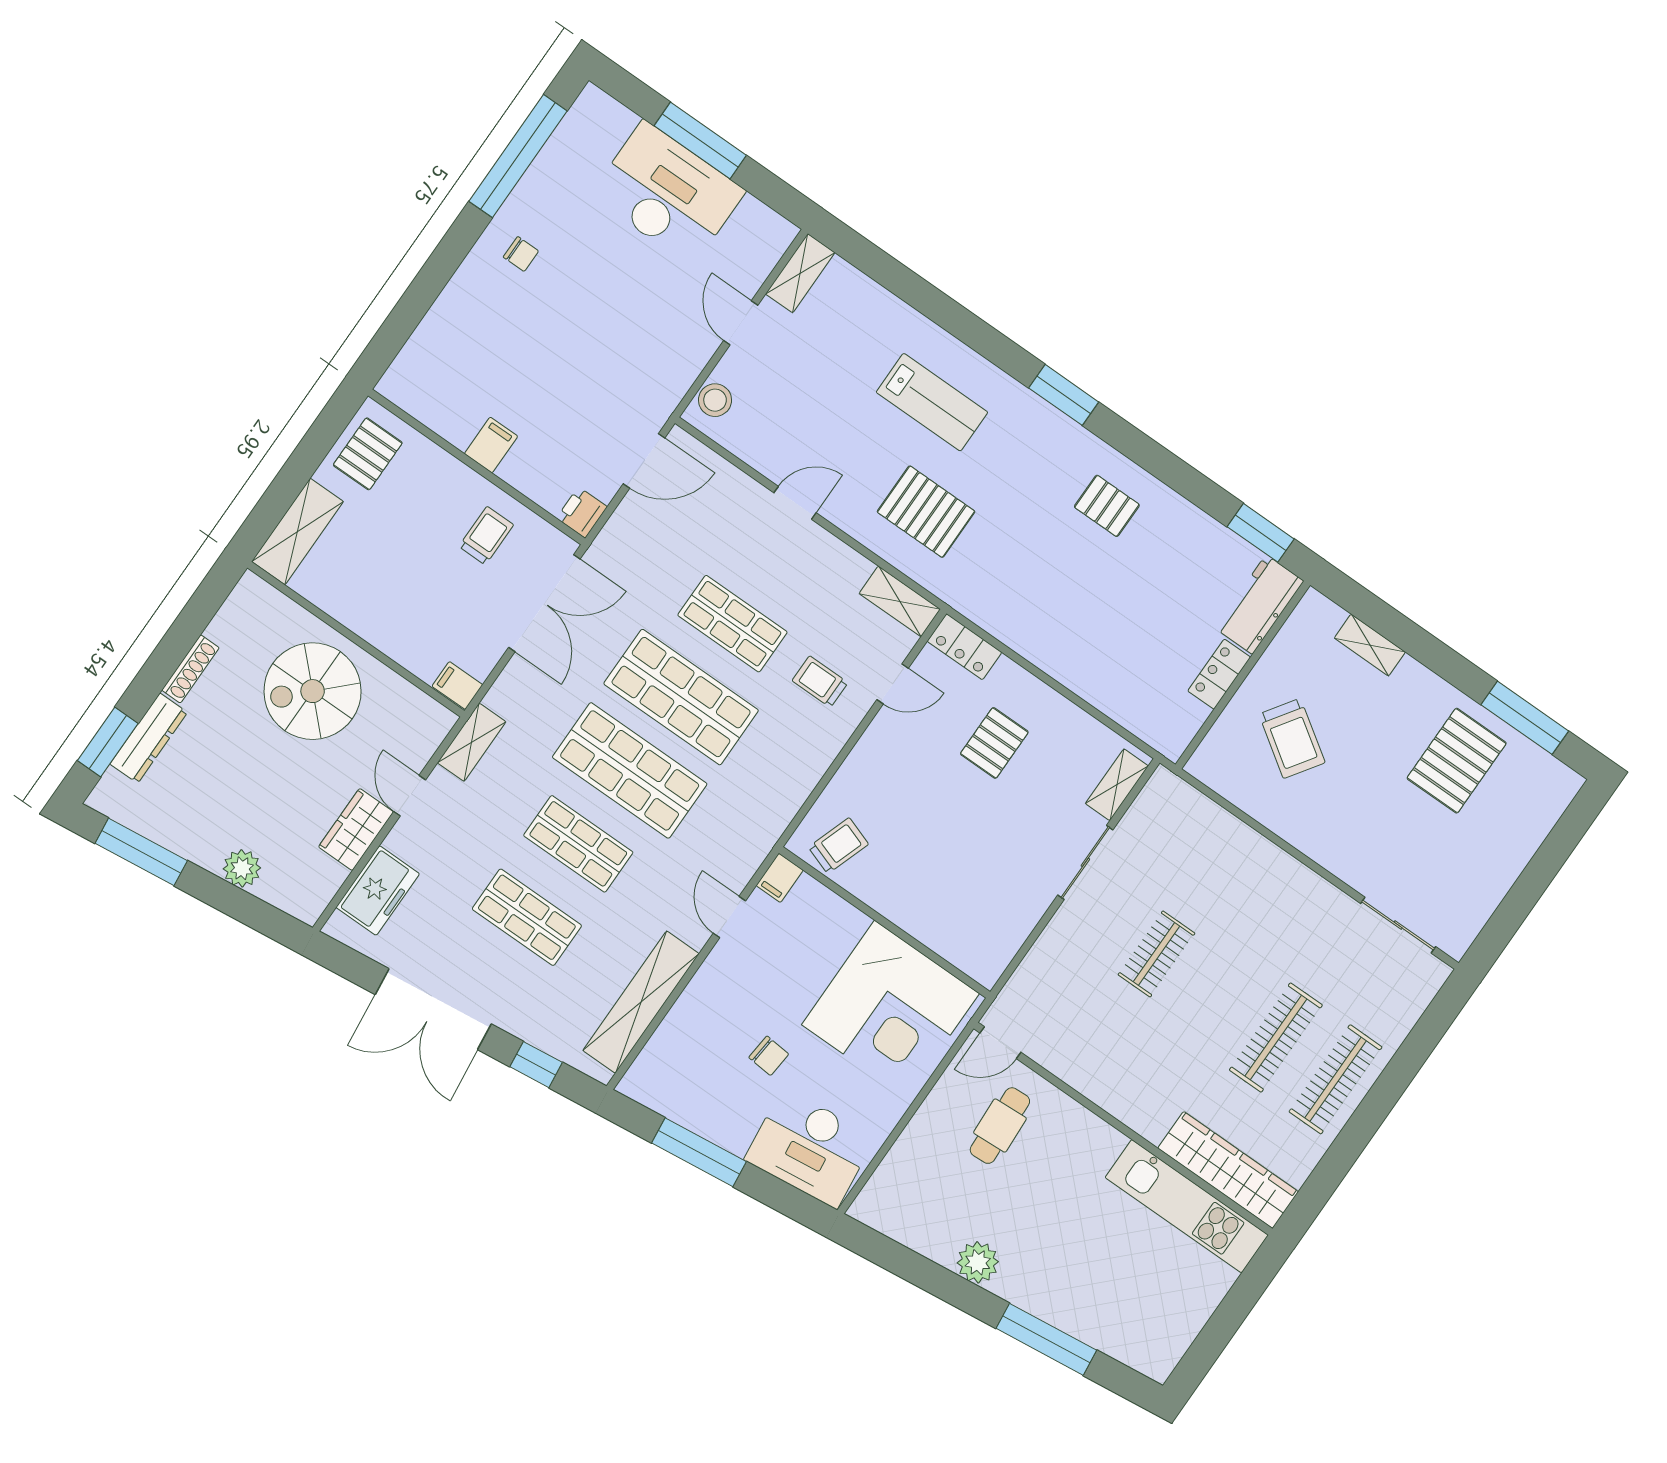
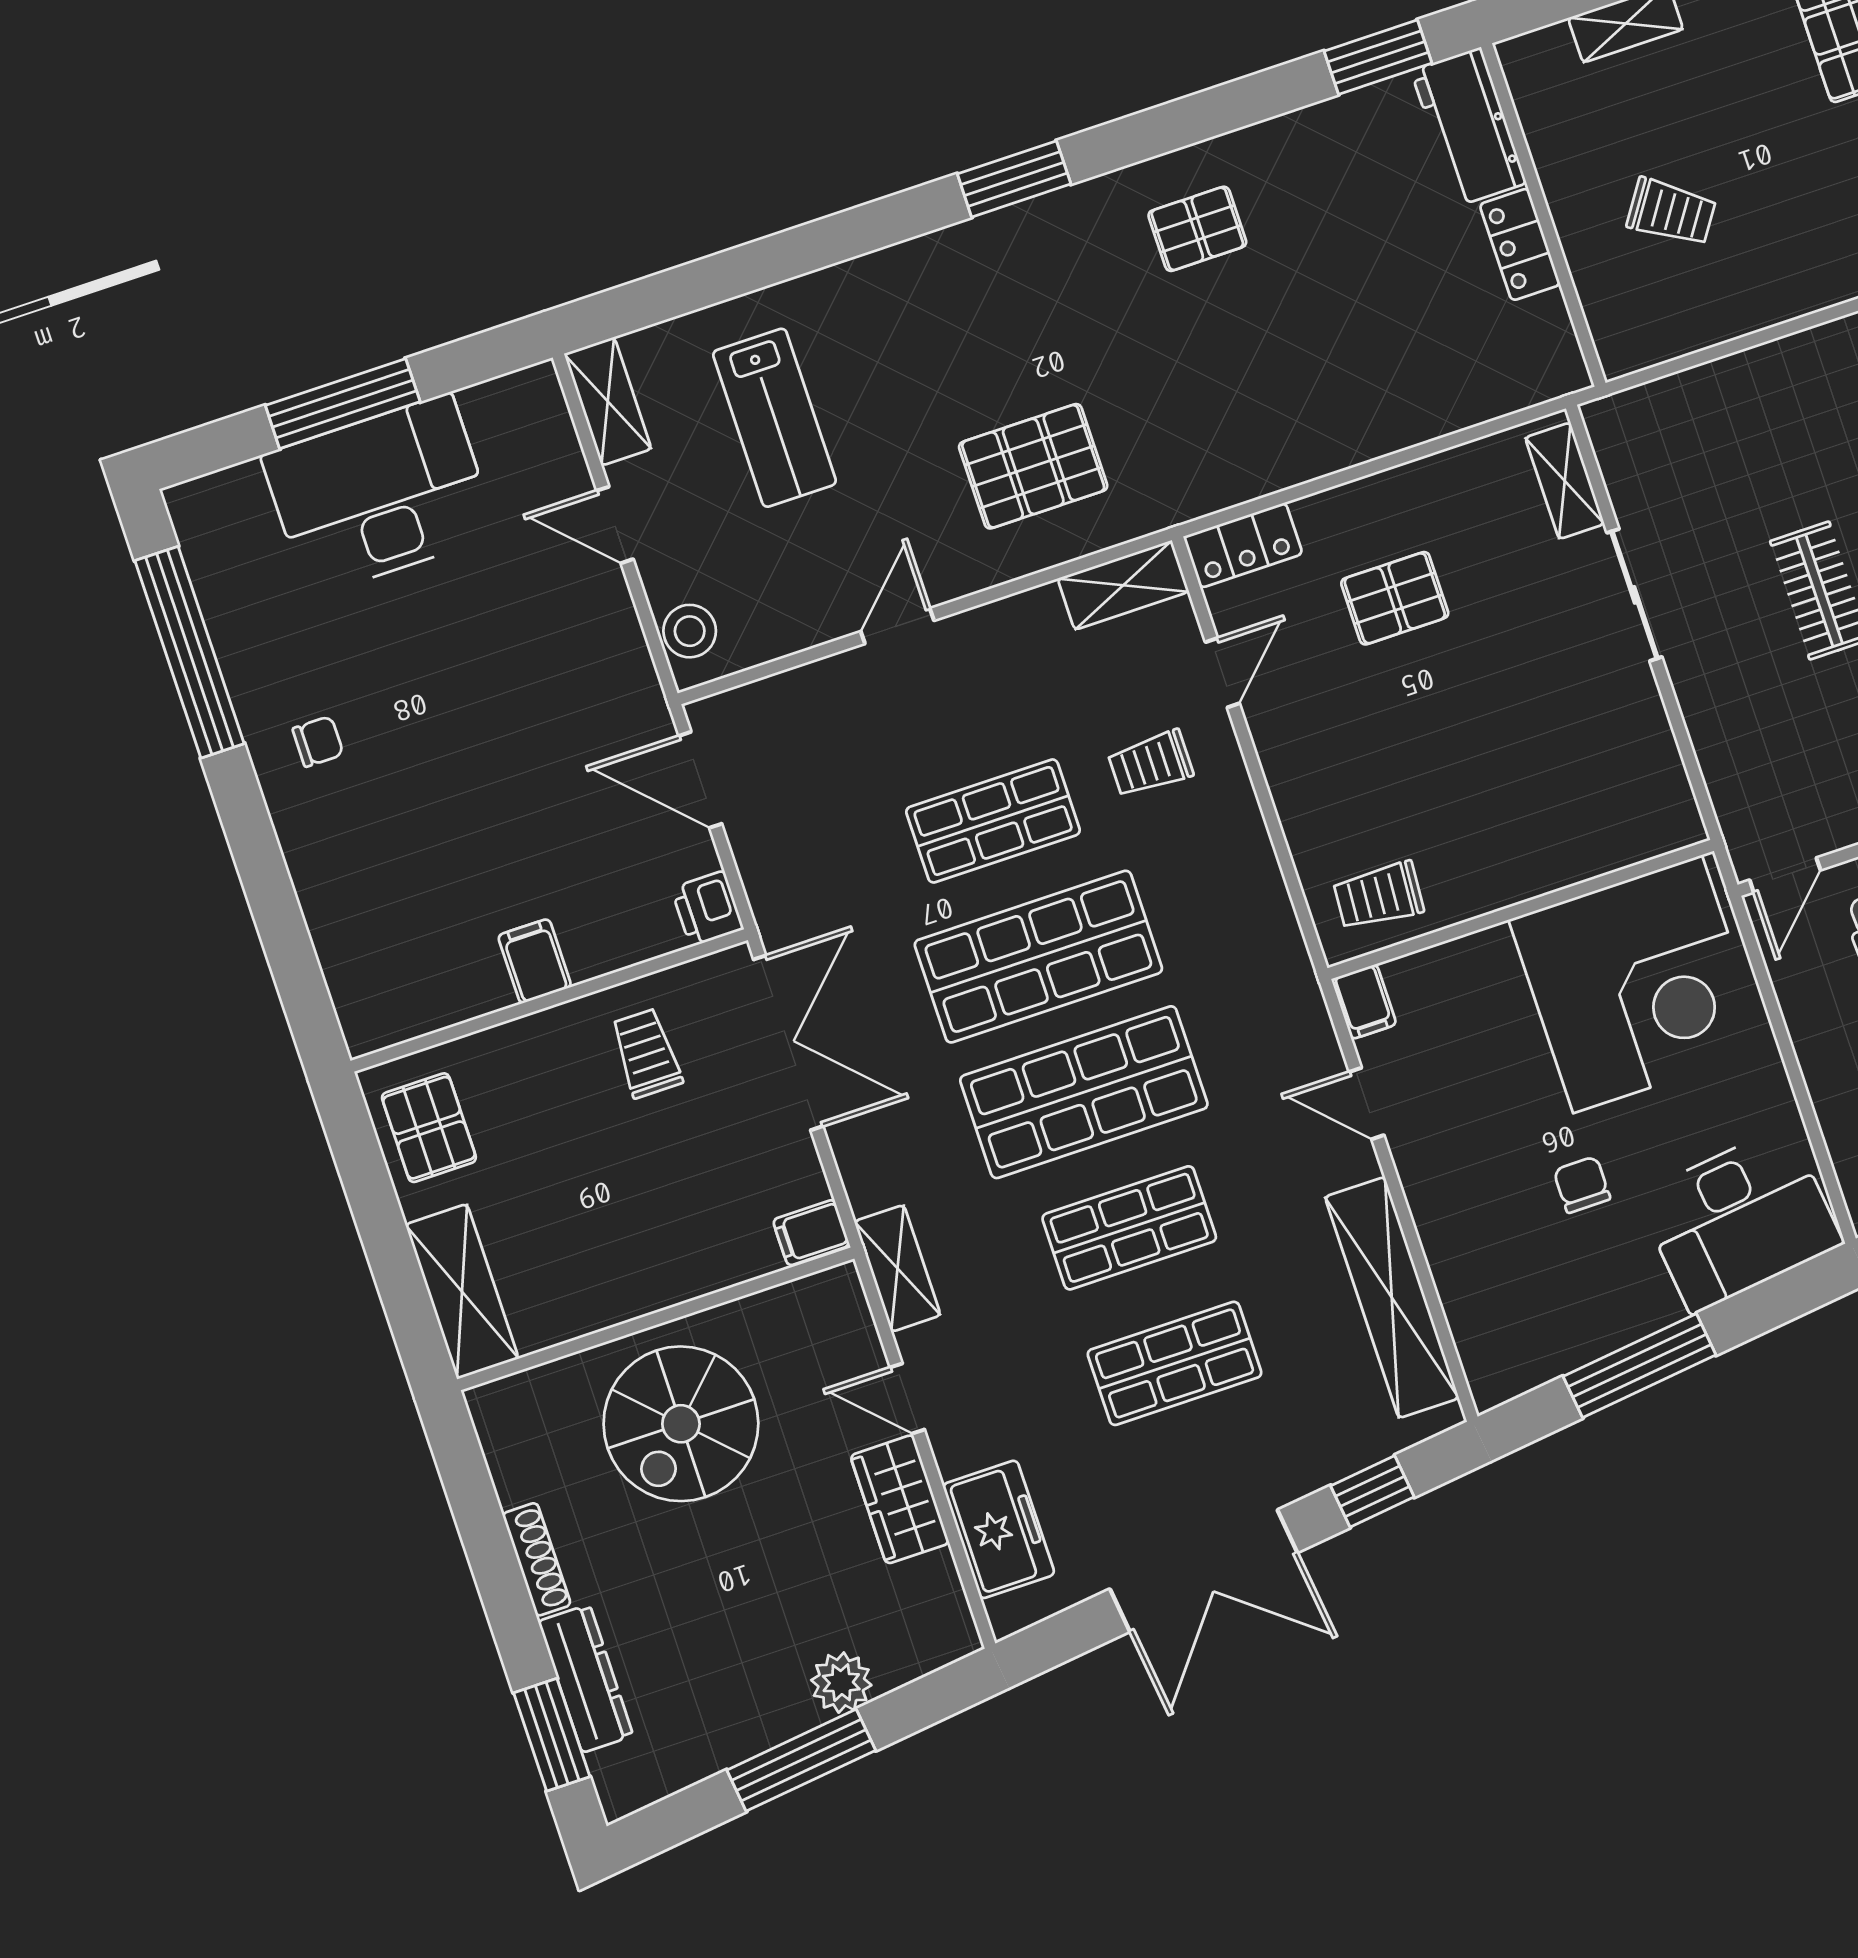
lab bench: (932, 402) -> (774, 418), moved, turned 90
door: (644, 461) -> (700, 780), swing flipped
trolley: (1292, 738) -> (1671, 212), width x0.73, depth x0.72
pallet: (994, 743) -> (1395, 598), turned 90
trolley: (838, 846) -> (1378, 896), turned -105
window: (141, 852) -> (801, 1760), moved
chair: (769, 1056) -> (1582, 1185), turned -95

